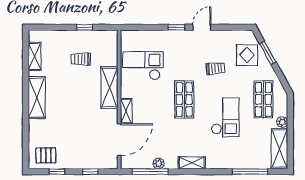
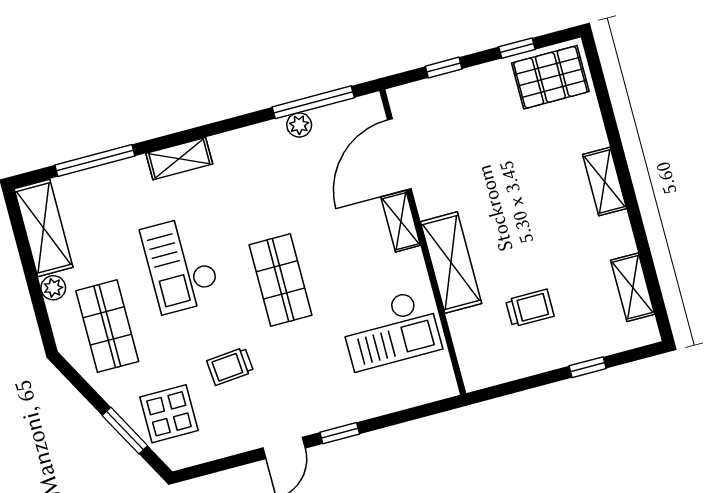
window: (85, 27) -> (588, 367), moved
shelving: (37, 98) -> (605, 181), width x0.67, depth x0.75
pallet: (46, 155) -> (550, 77), width x1.50, depth x1.42
shelving: (192, 163) -> (179, 159), moved

